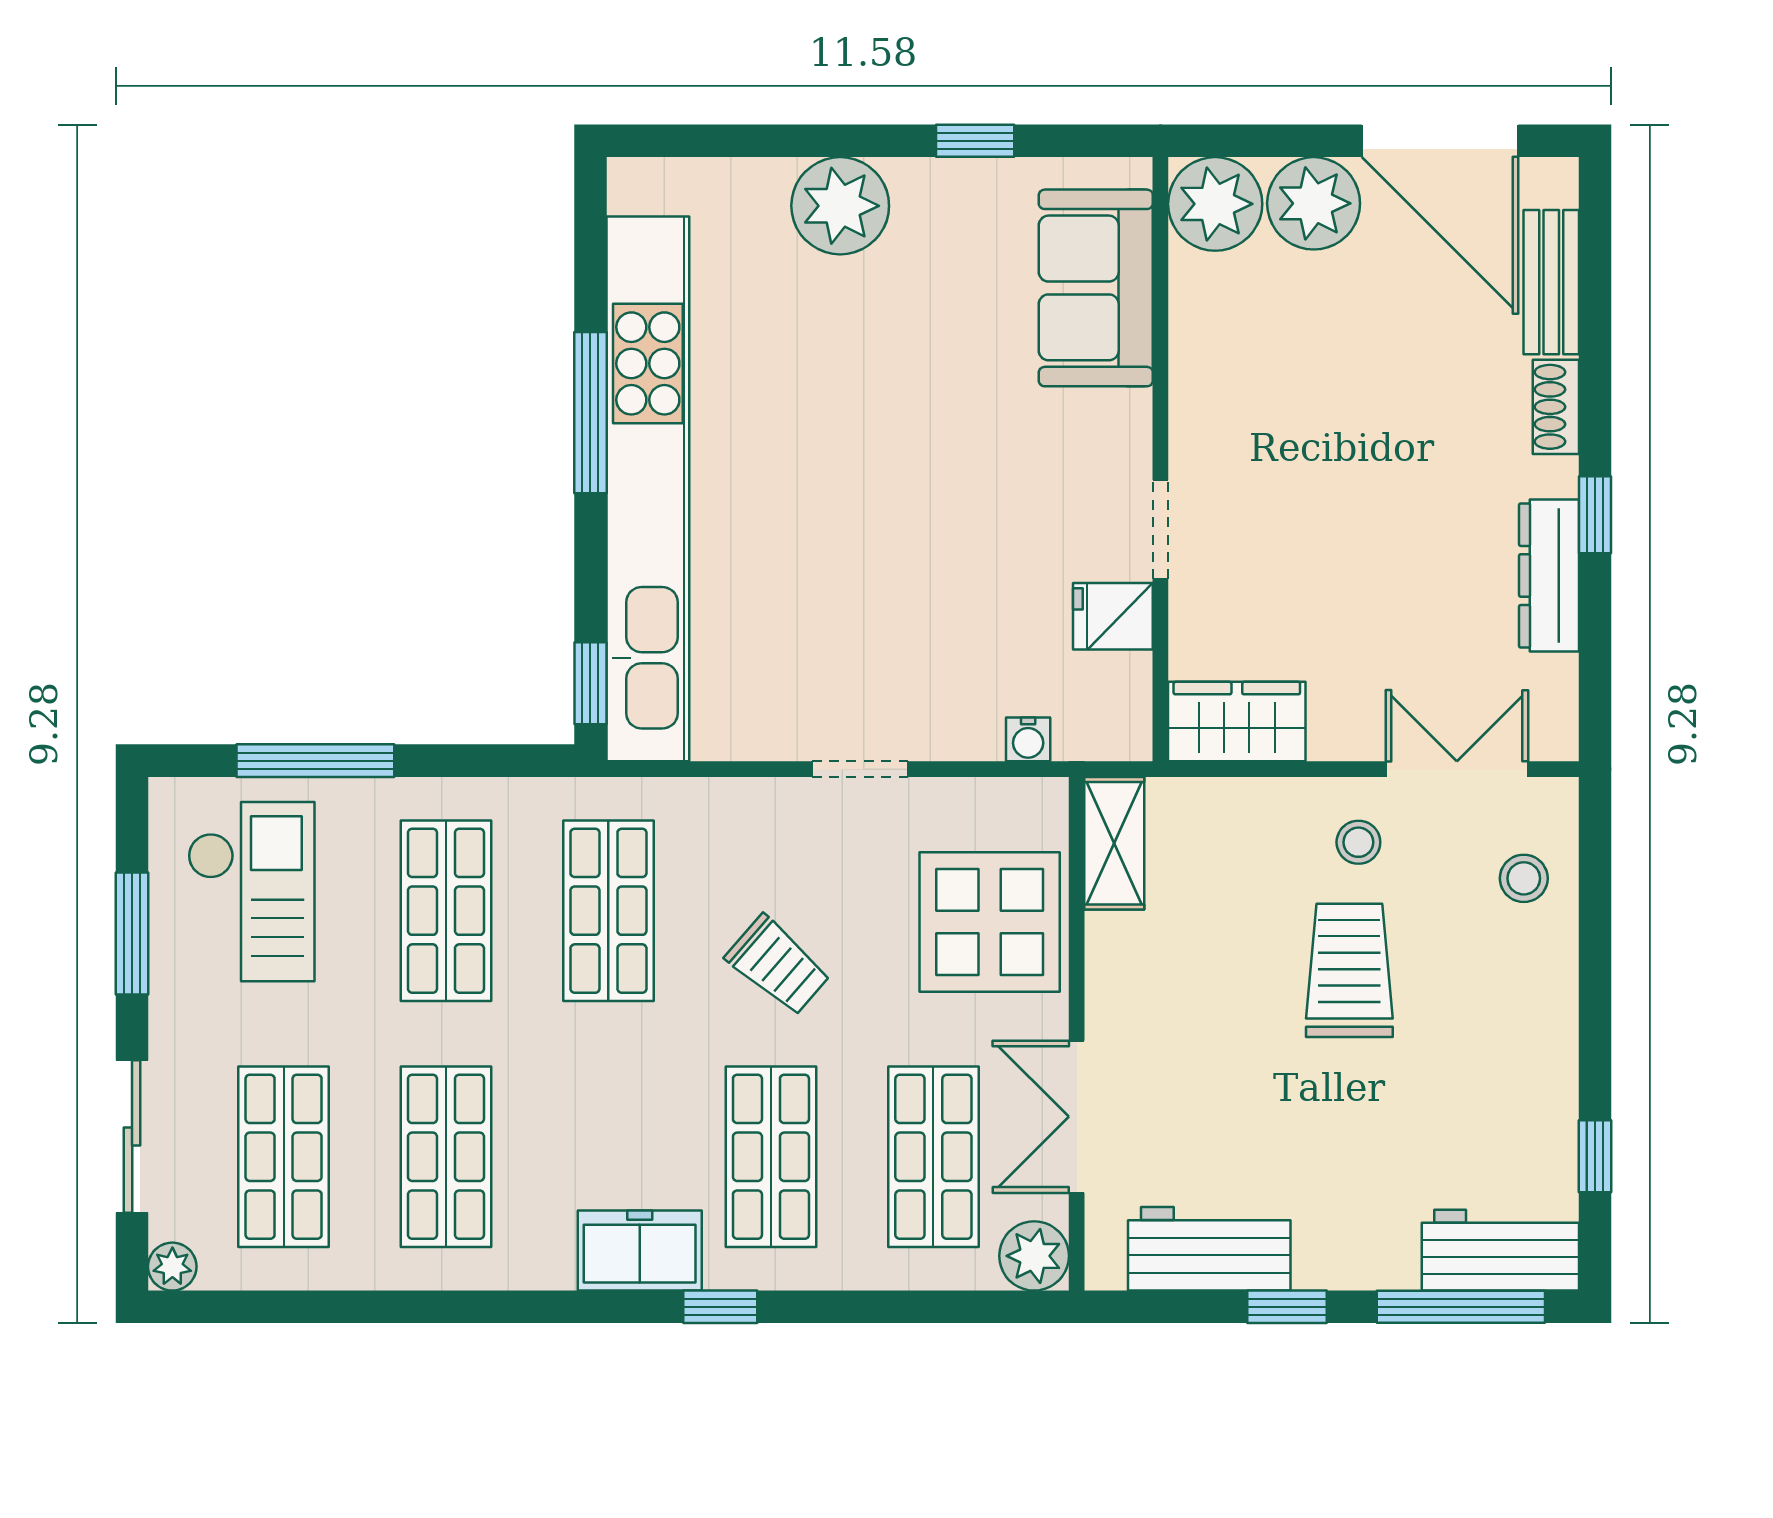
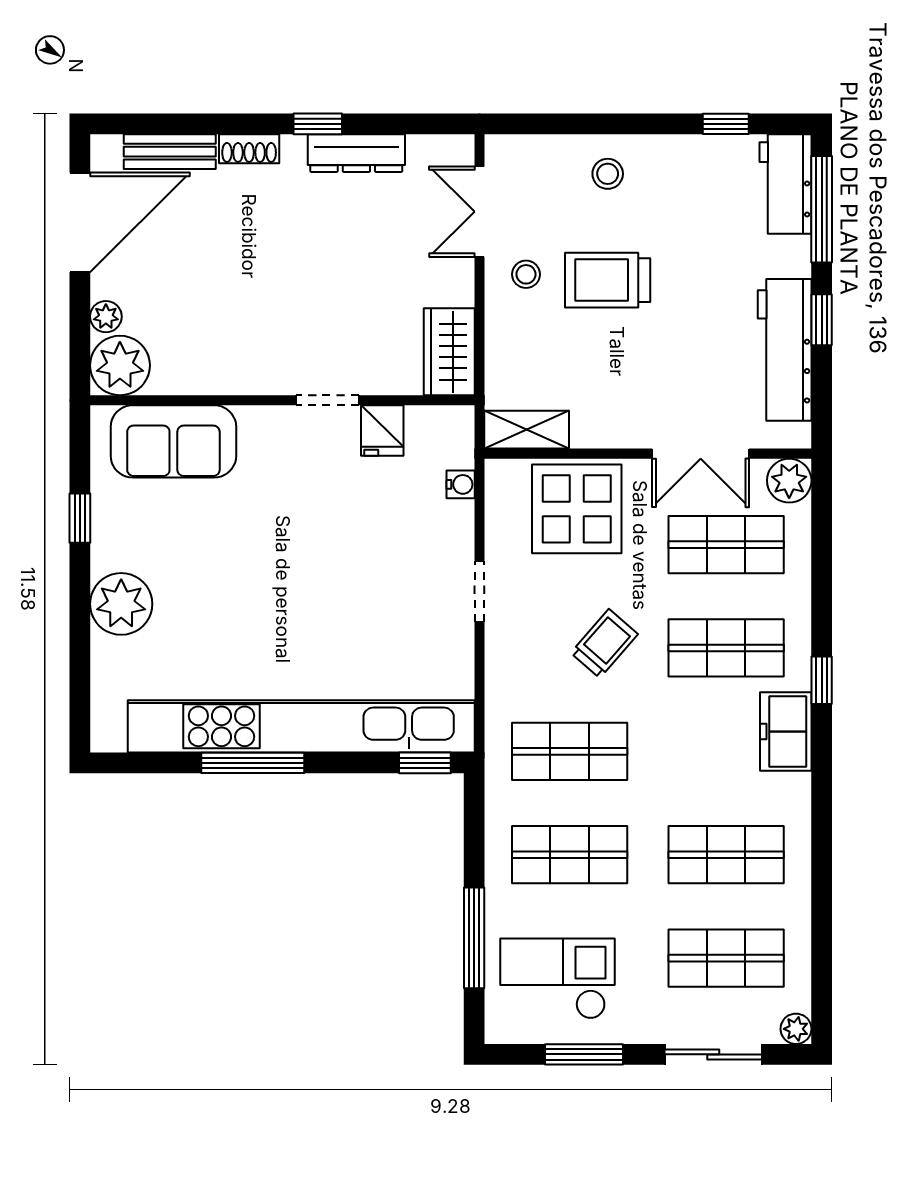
plant: (1314, 203) -> (106, 317), width x0.53, depth x0.53
stool: (1524, 878) -> (608, 174), moved
workbench: (1209, 1249) -> (785, 350), width x1.38

